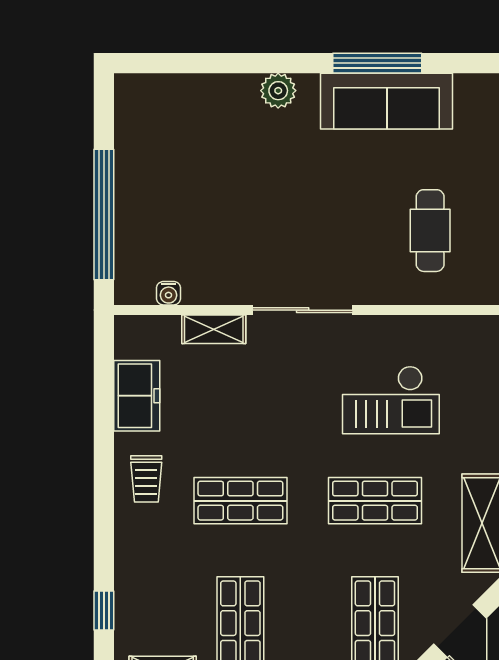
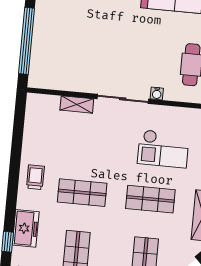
water cooler: (169, 293) -> (157, 93), moved
freezer: (137, 396) -> (26, 228), moved
trolley: (146, 479) -> (35, 177), turned 180

